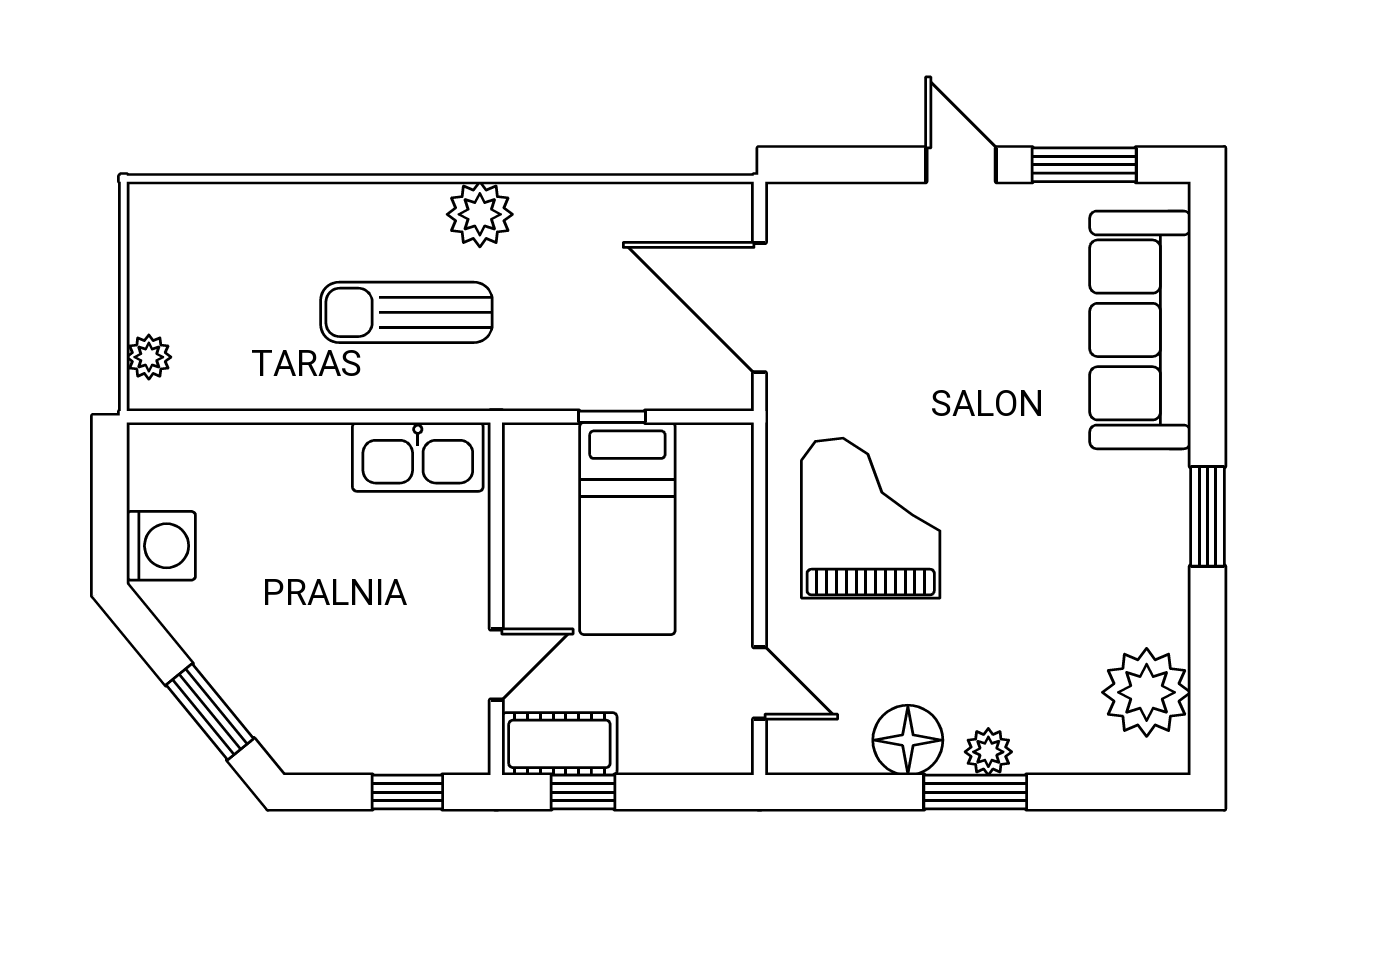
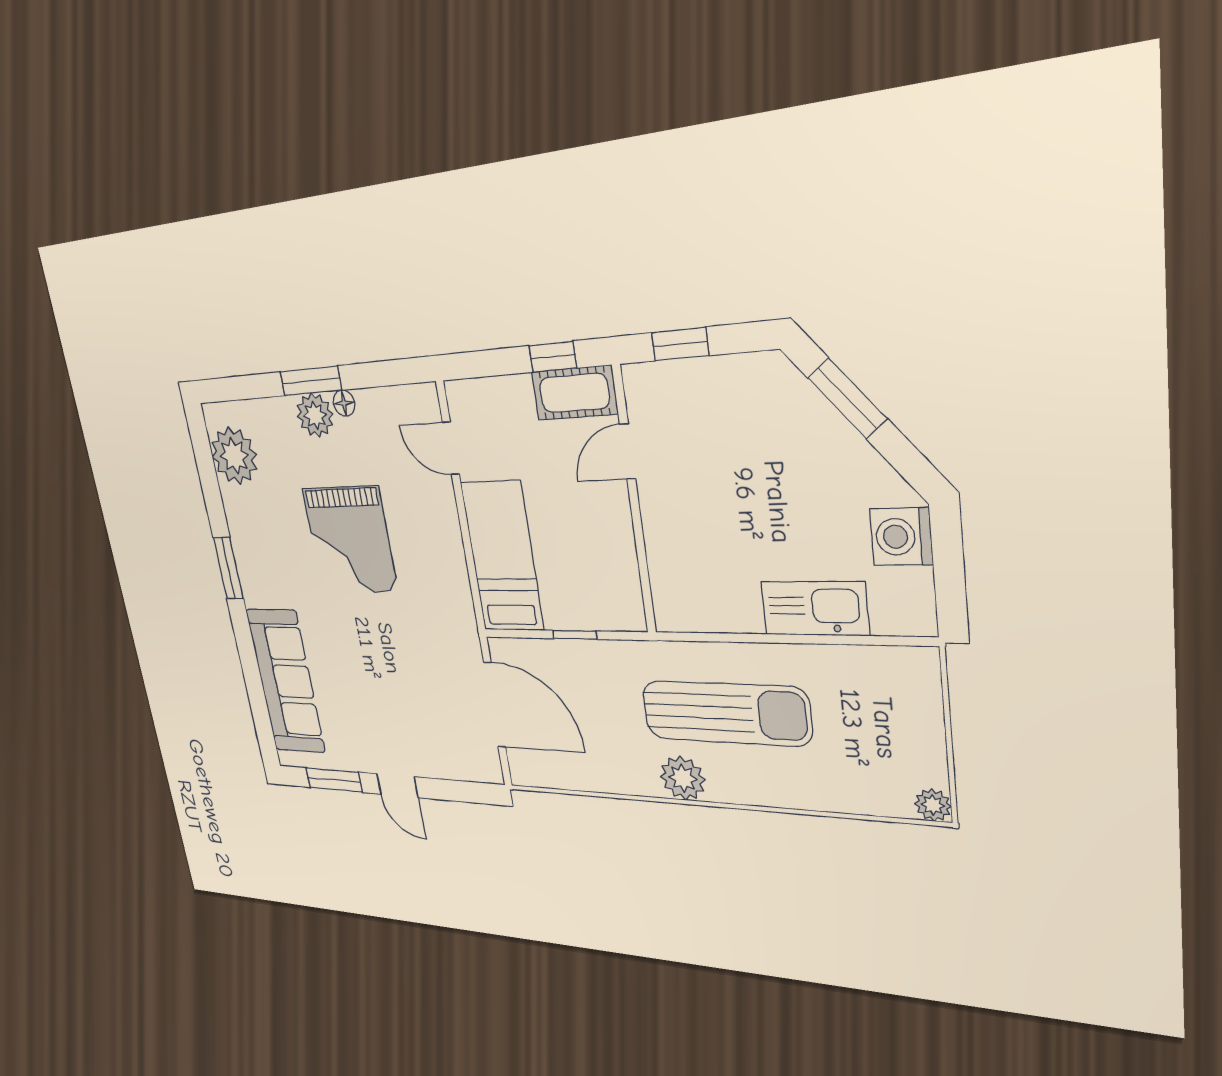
sun lounger: (406, 312) -> (726, 713), width x1.36, depth x1.34
plant: (149, 357) -> (933, 805), moved
kitchen sink: (418, 457) -> (815, 609), moved
grand piano: (871, 518) -> (350, 540), moved
bed: (627, 529) -> (502, 557), moved
floor lamp: (908, 740) -> (344, 403), width x0.53, depth x0.53
plant: (988, 752) -> (315, 415), width x1.38, depth x1.38

